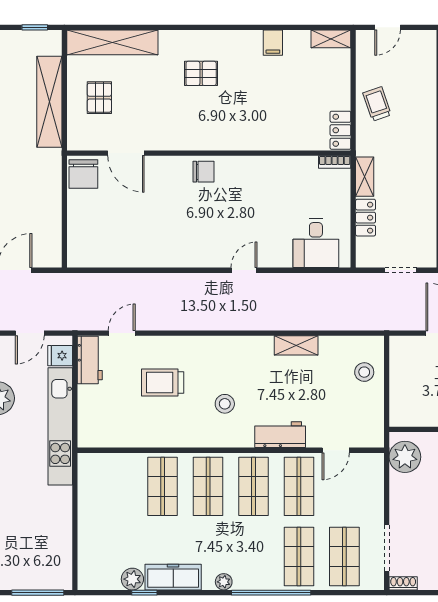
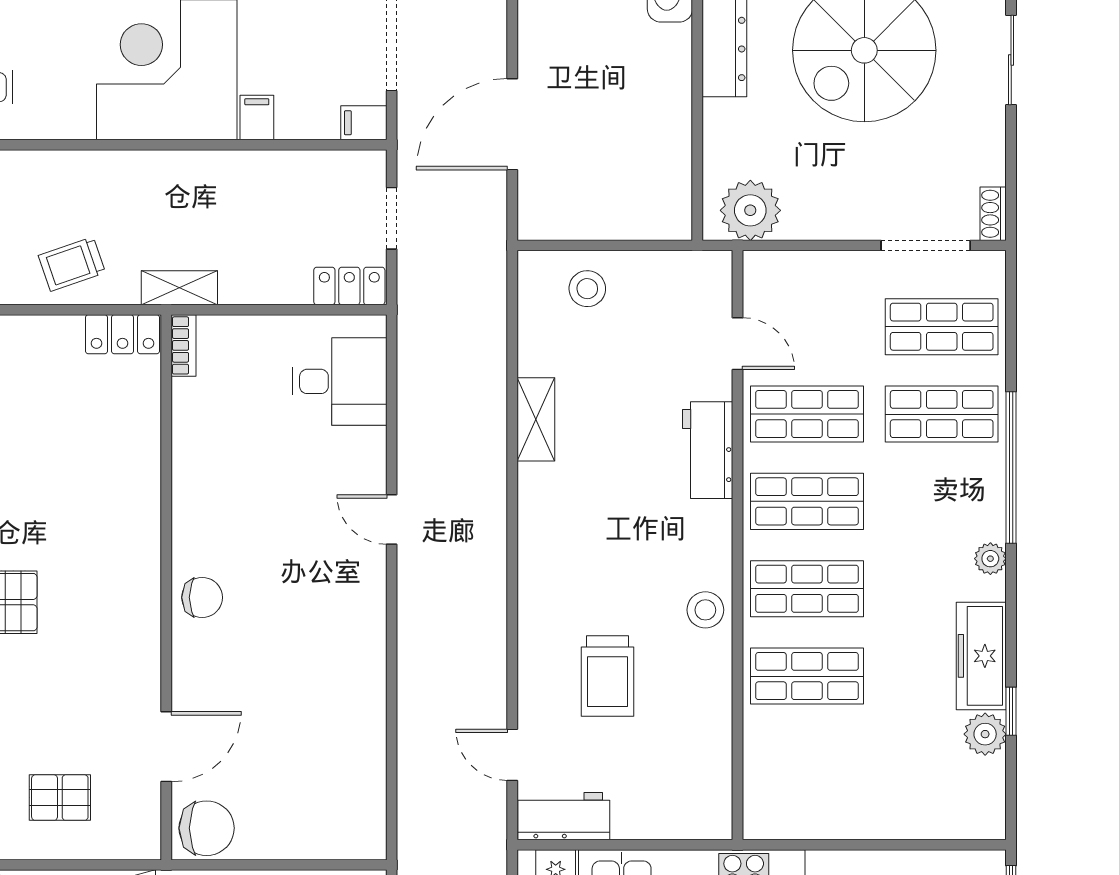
chair: (203, 172) -> (202, 597), turned 90
shelving: (365, 177) -> (179, 288), moved
locker: (366, 218) -> (349, 286), moved
stool: (225, 404) -> (705, 610), moved

